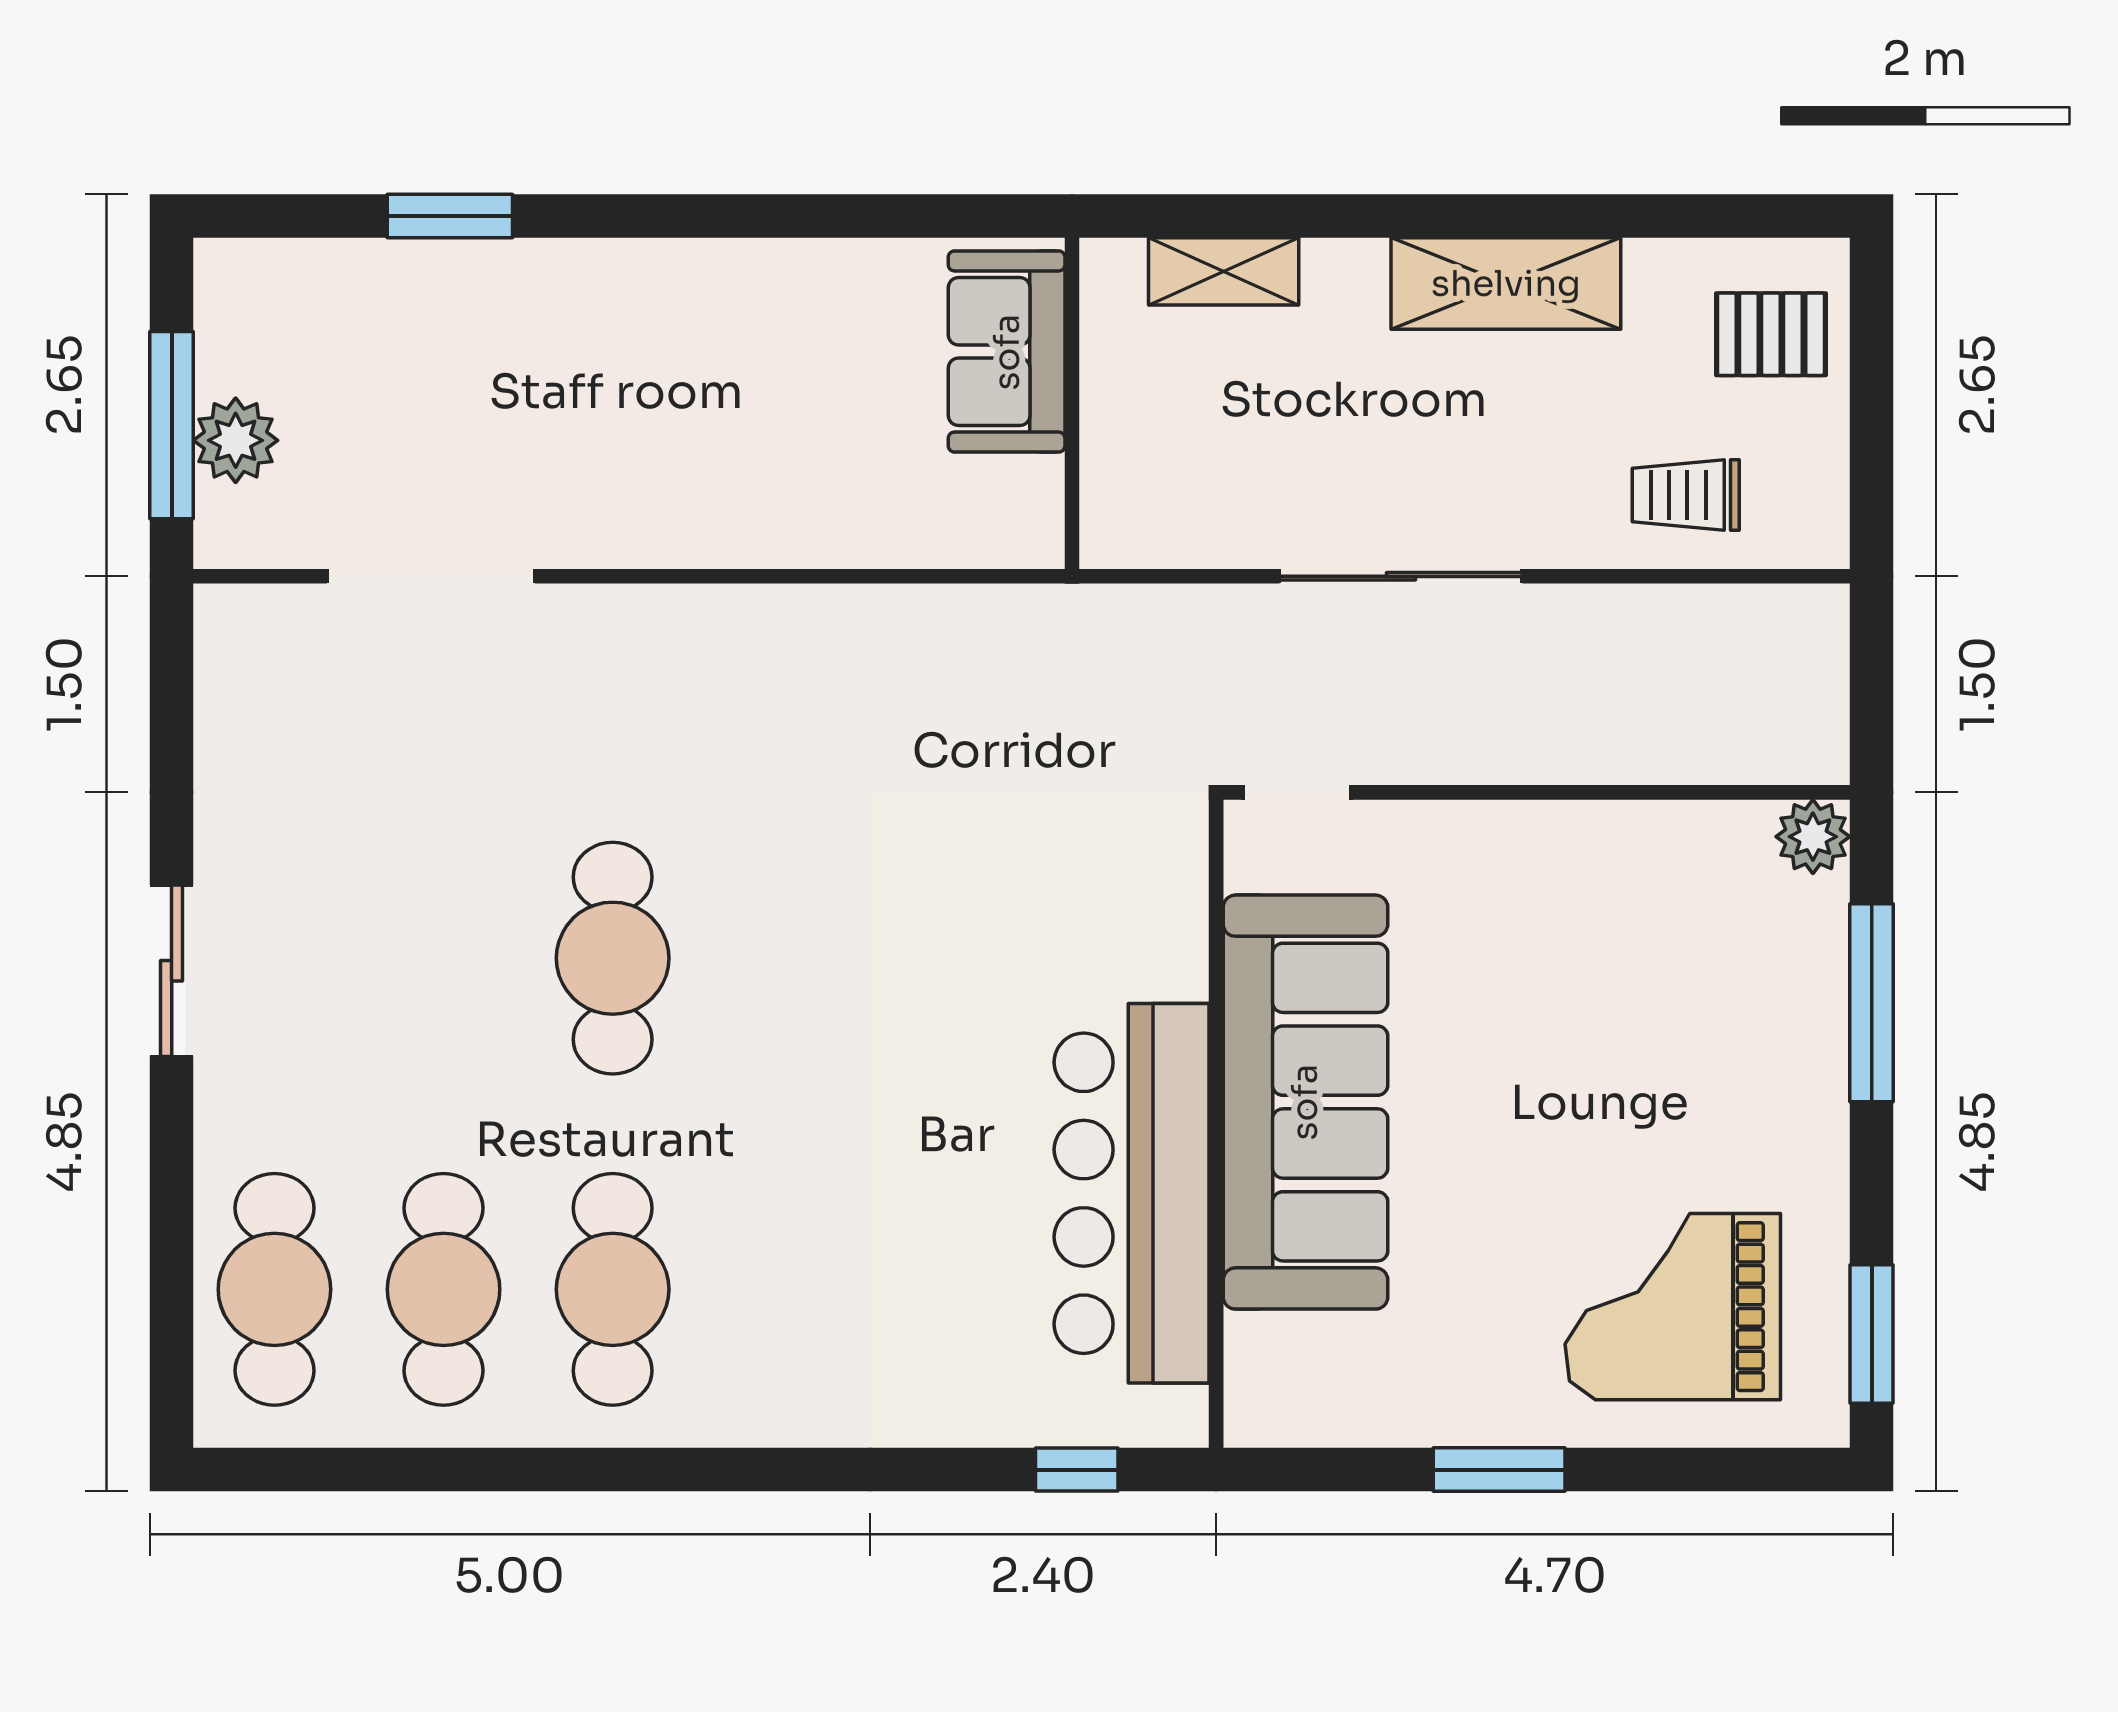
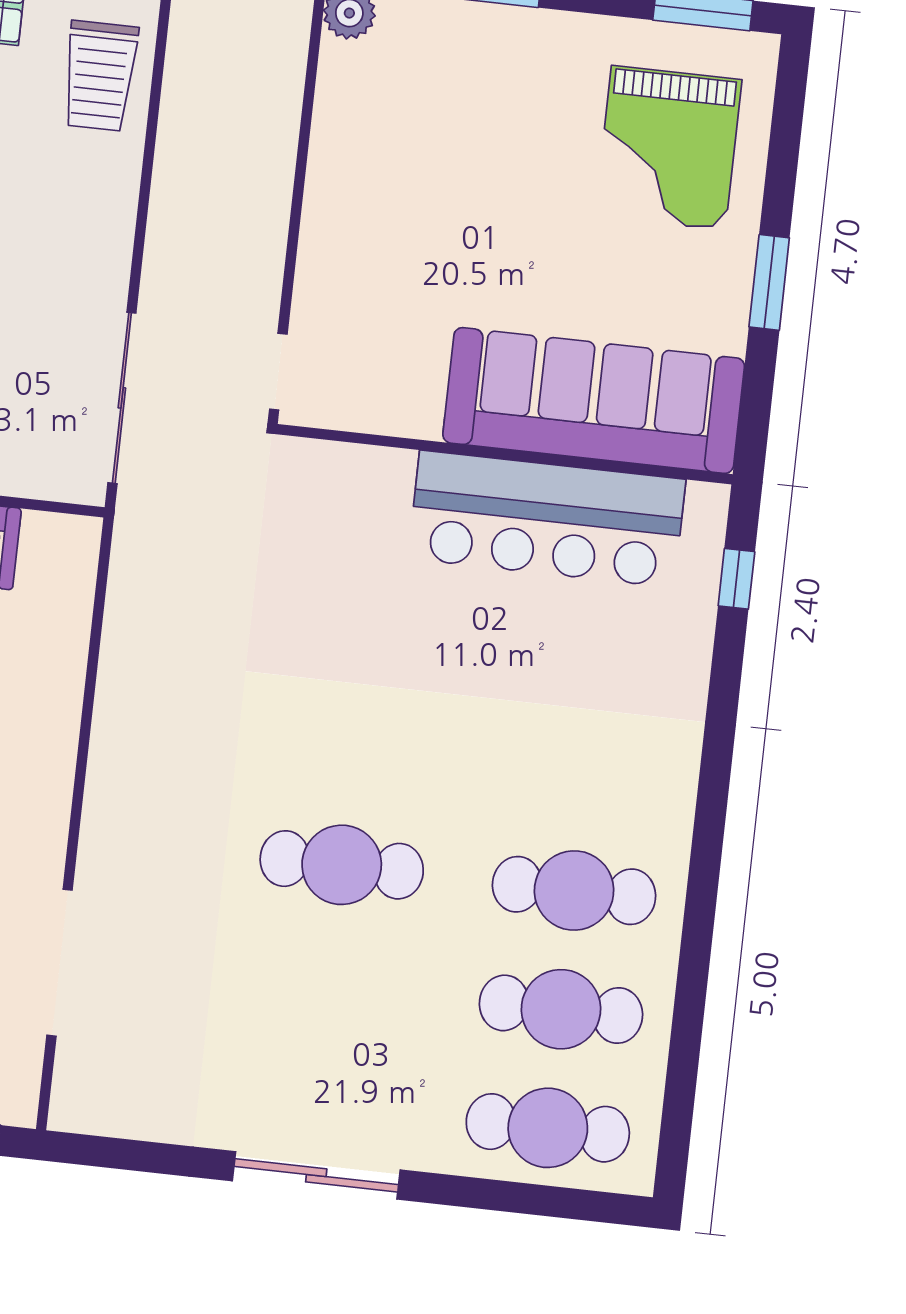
trolley: (1686, 495) -> (100, 76), width x1.36, depth x1.39
sliding door: (1401, 576) -> (122, 398), moved
sliding door: (172, 971) -> (316, 1175), width x1.37
sofa: (1305, 1102) -> (594, 401), moved

